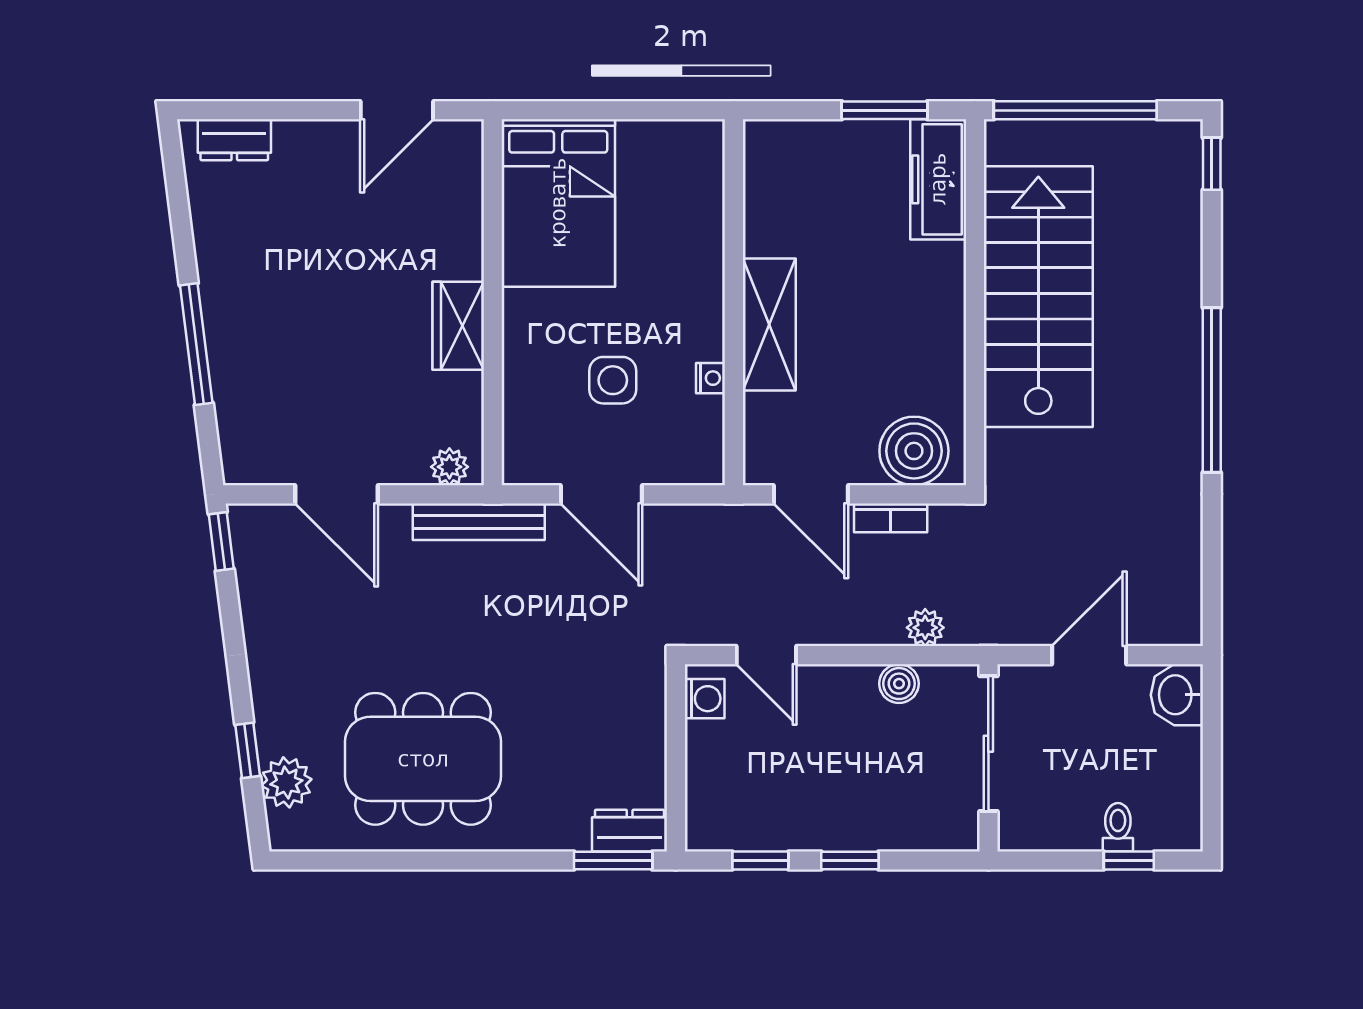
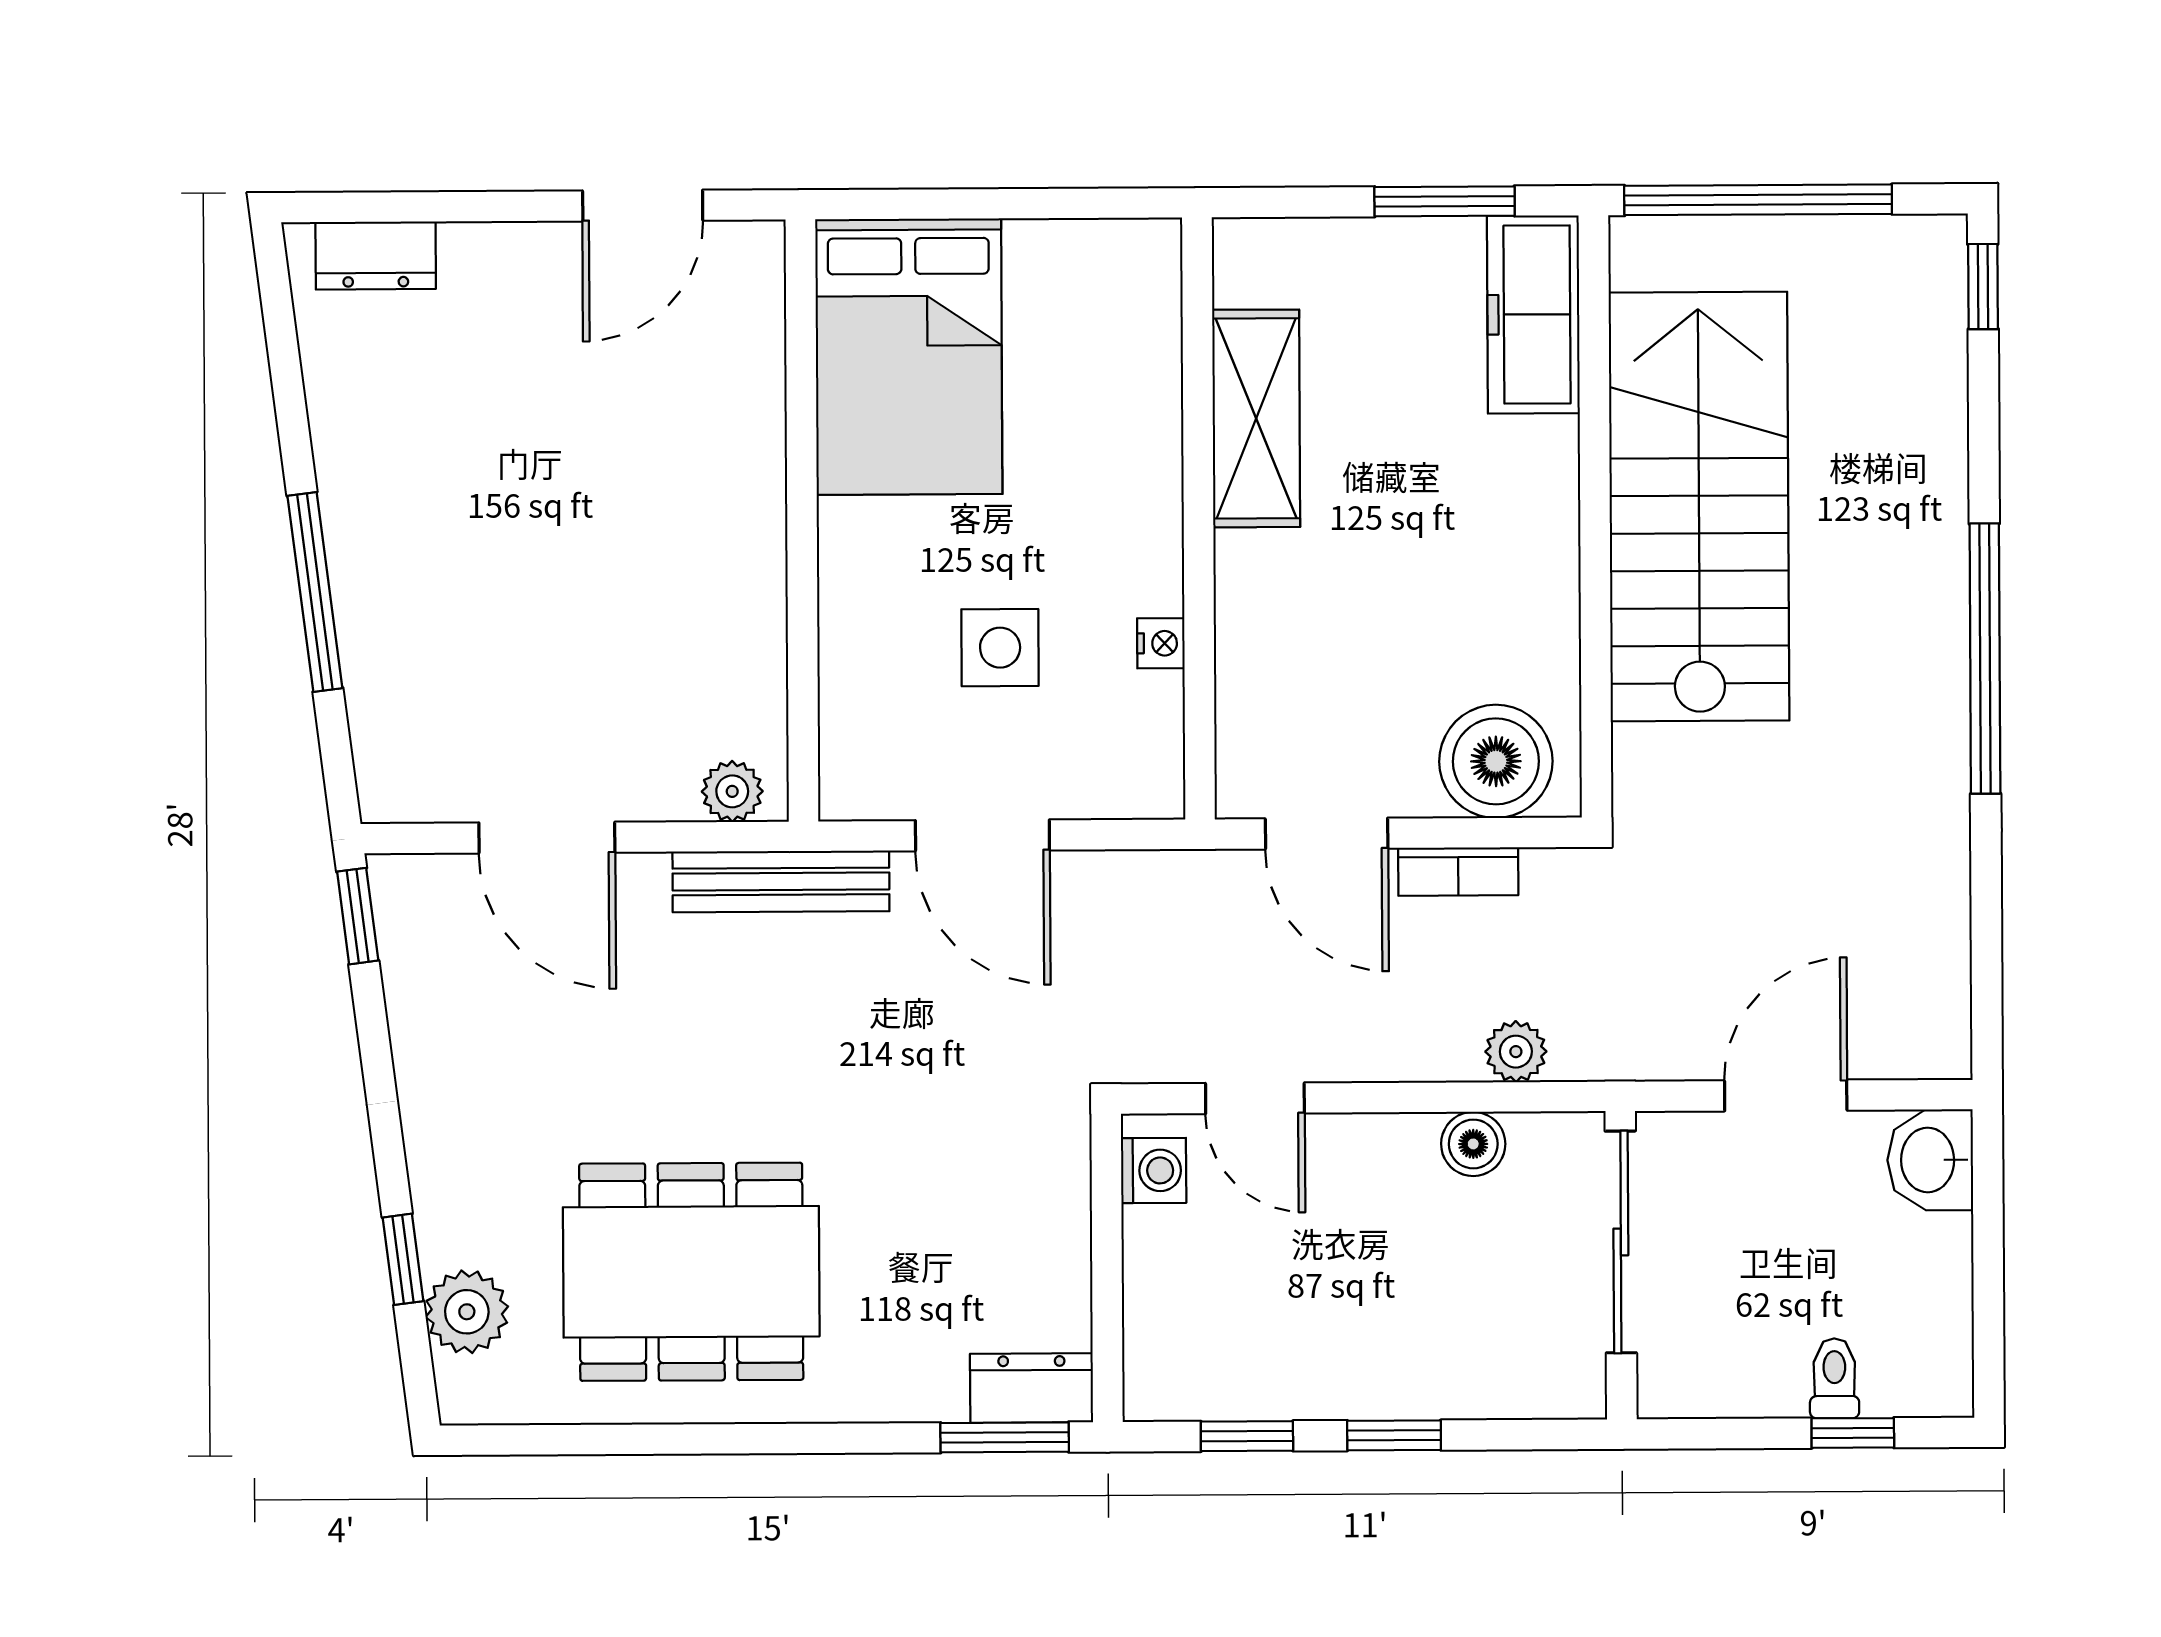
shelving: (769, 325) -> (1256, 418), moved
wardrobe: (458, 326) -> (745, 559), removed

